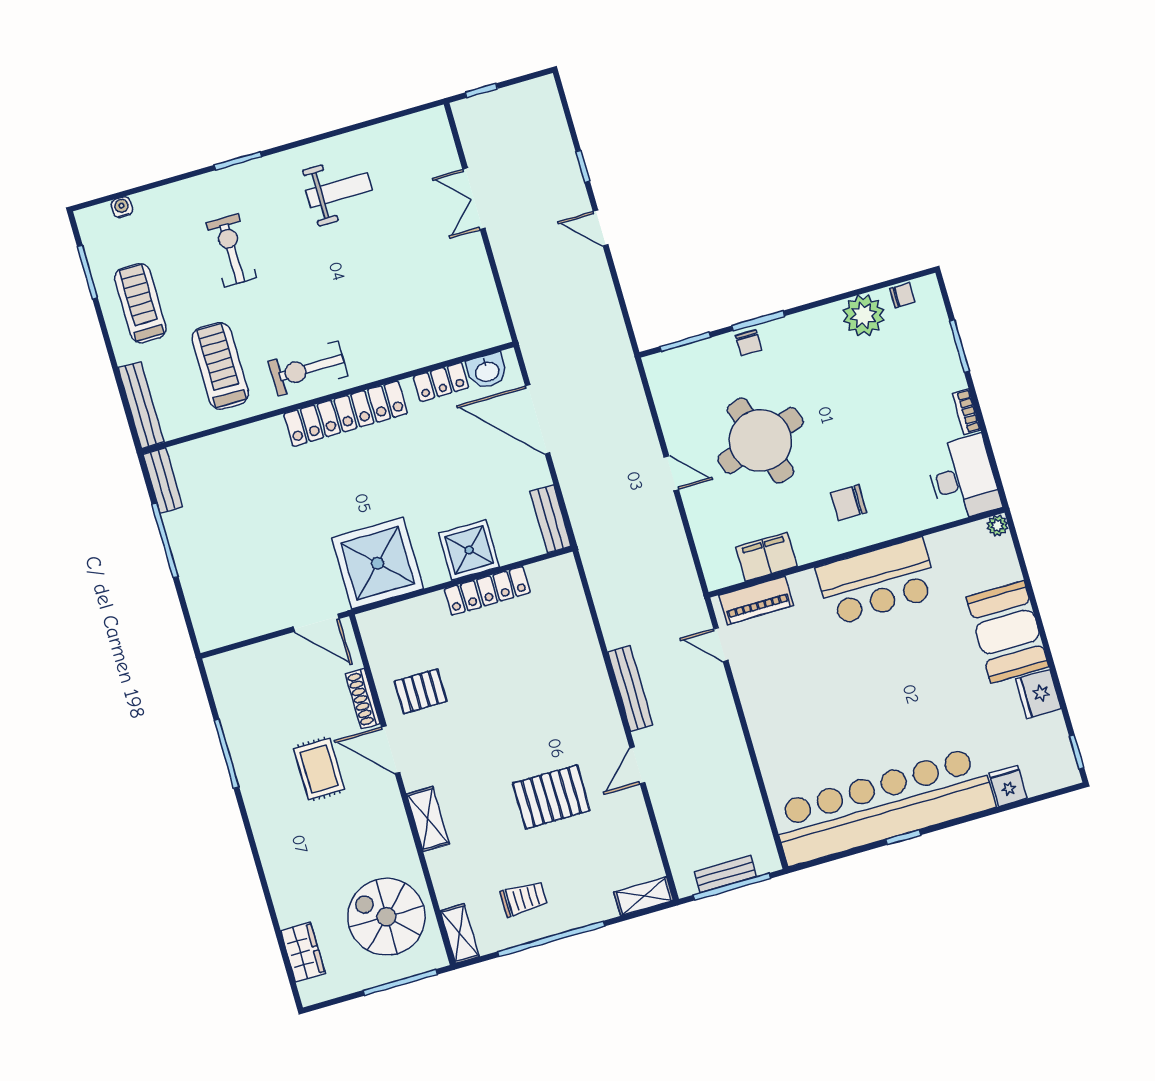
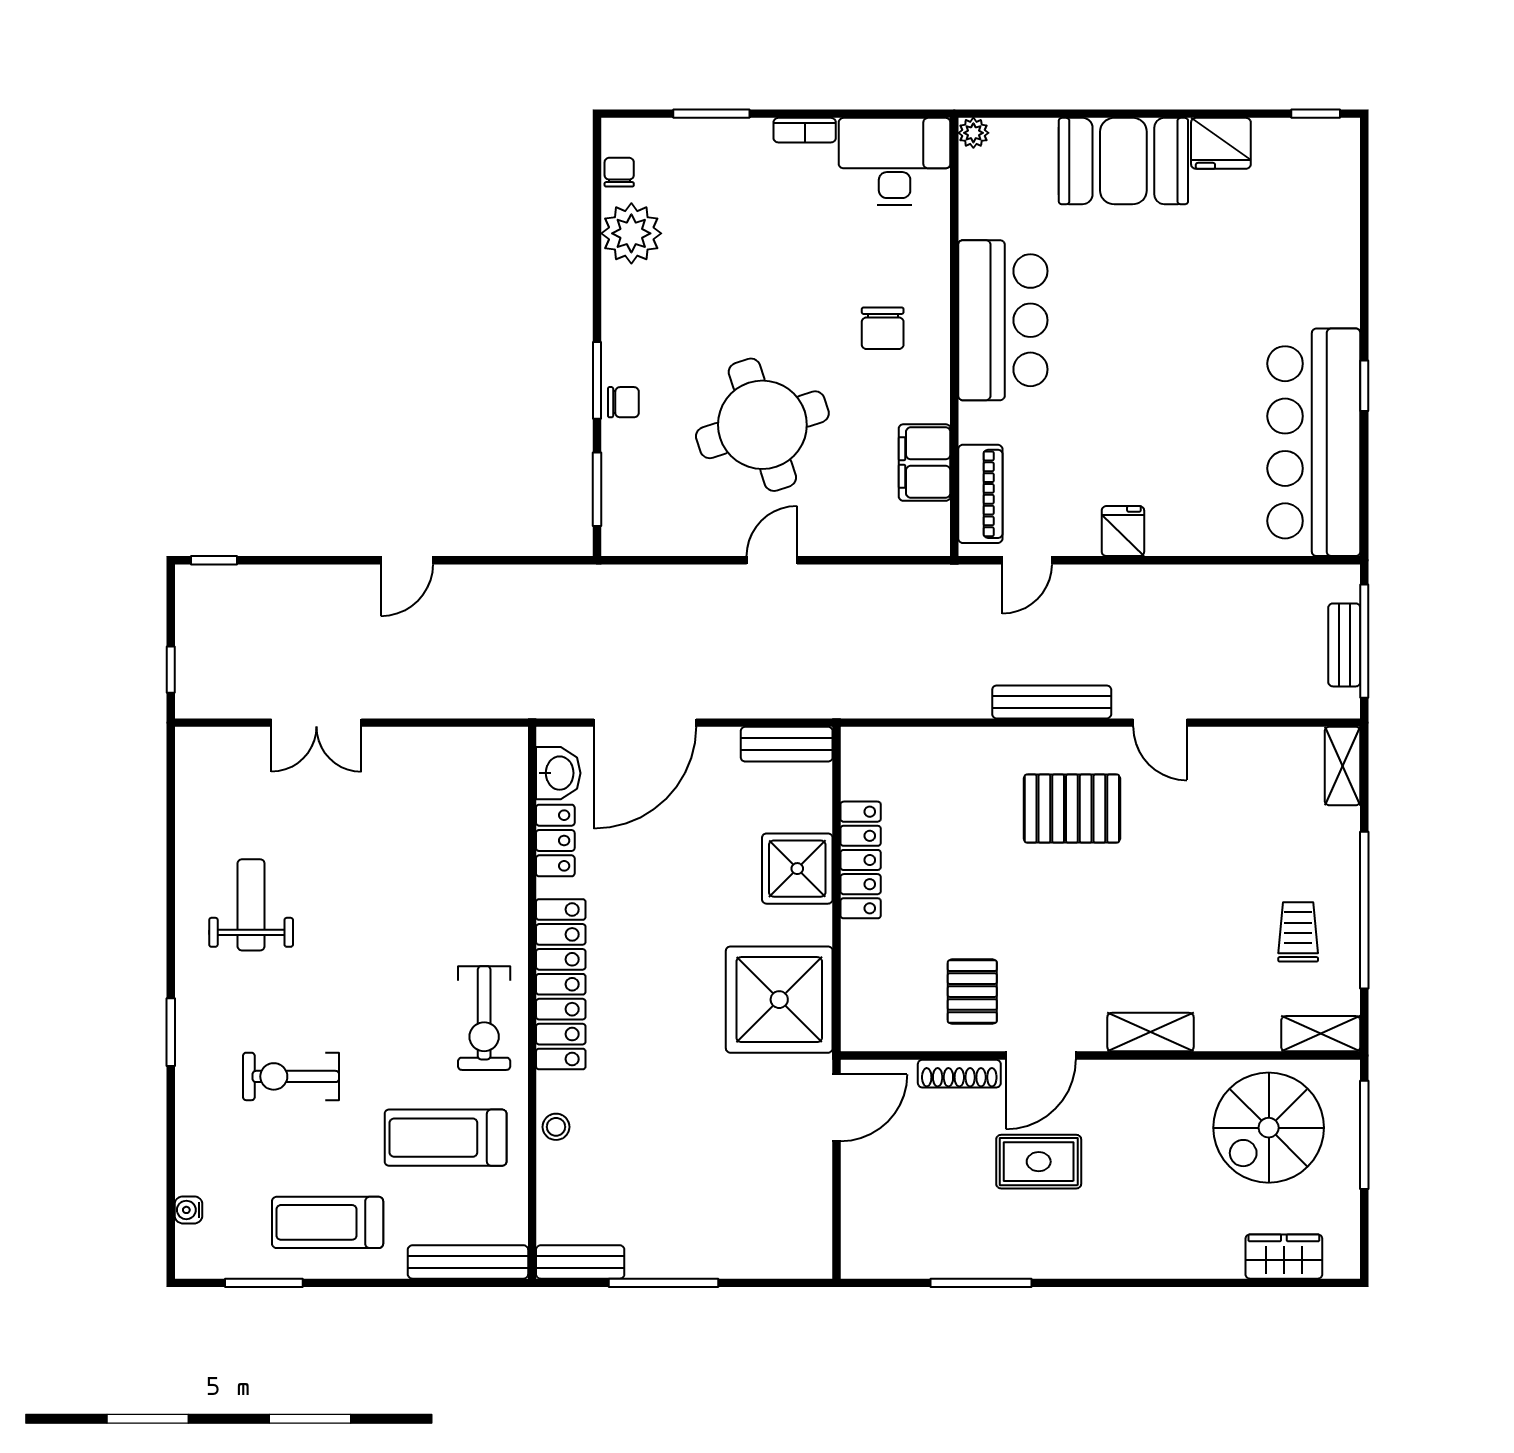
window: (583, 166) -> (214, 560), moved
stool: (249, 438) -> (556, 1127), added
fridge: (1008, 786) -> (1123, 531), moved, turned 90
pallet: (551, 797) -> (1072, 809), moved, turned 90
bar counter: (883, 806) -> (1314, 442), width x0.73

